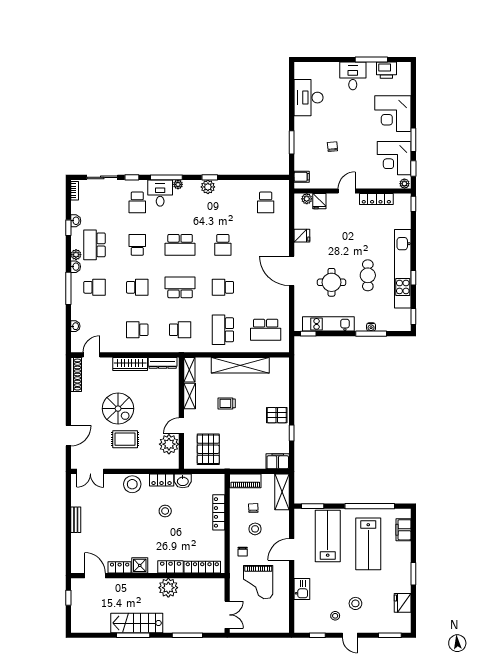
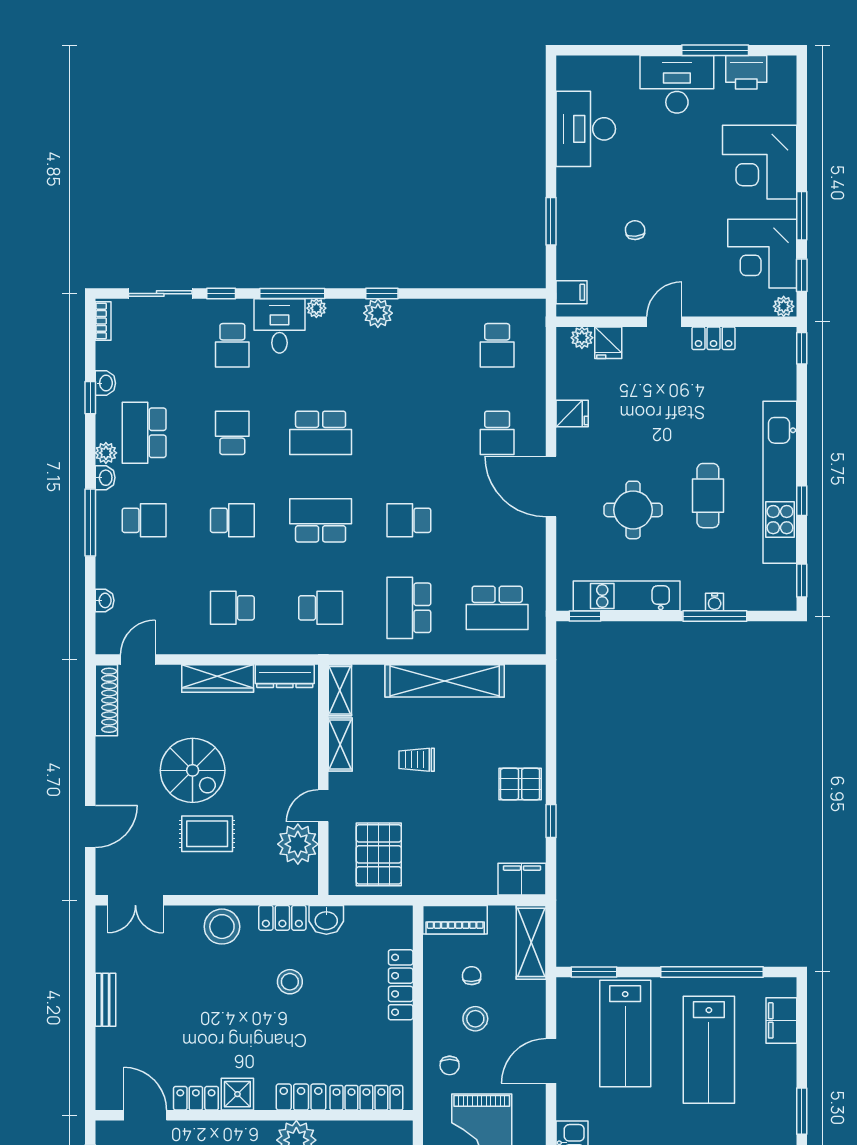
desk: (353, 76) -> (677, 84), width x1.37
locker: (376, 199) -> (714, 338), width x0.66
school desk: (223, 245) -> (497, 433), moved
lab bench: (328, 536) -> (625, 1034), turned 180

